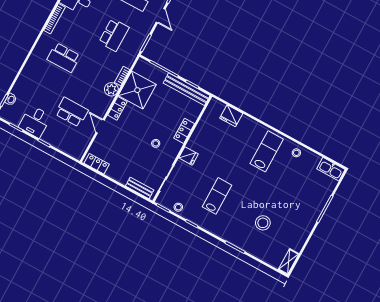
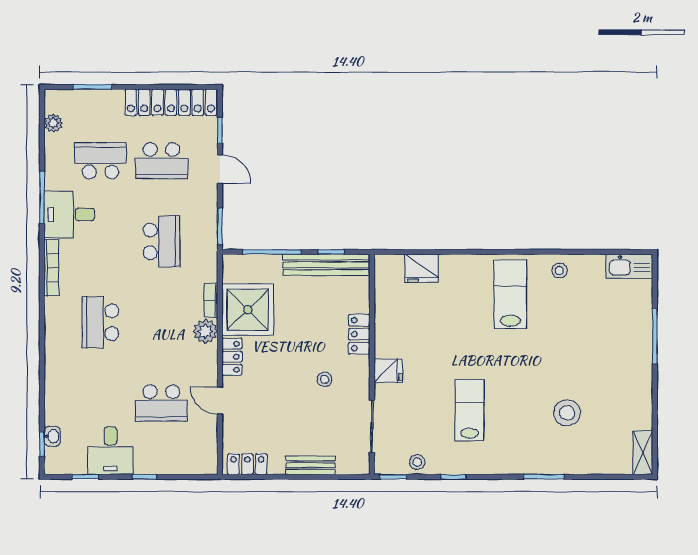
school desk: (64, 58) -> (100, 322), turned 90
school desk: (72, 112) -> (161, 403), turned 180
bench: (140, 188) -> (311, 465), moved

